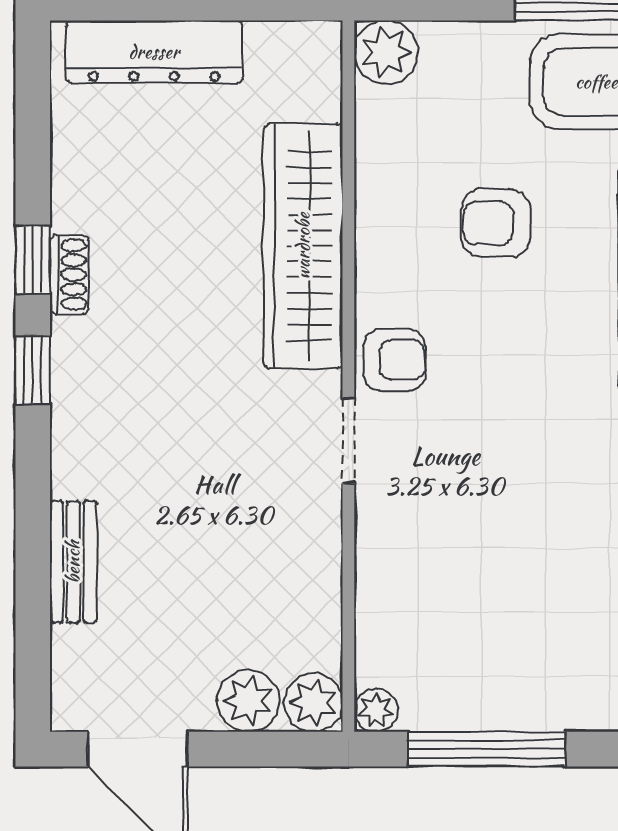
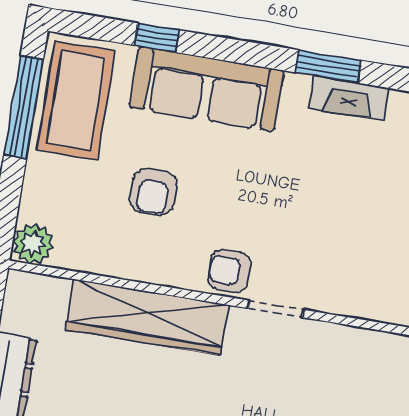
armchair: (395, 360) -> (229, 271), turned -90

